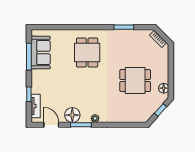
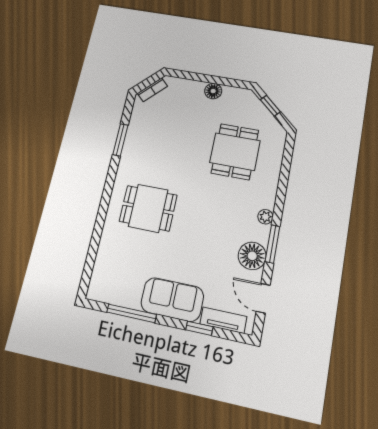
sofa: (41, 53) -> (172, 299), moved
dining table: (135, 81) -> (235, 152), moved
floor lamp: (164, 88) -> (213, 91), moved
door: (51, 125) -> (263, 298), hinge flipped

